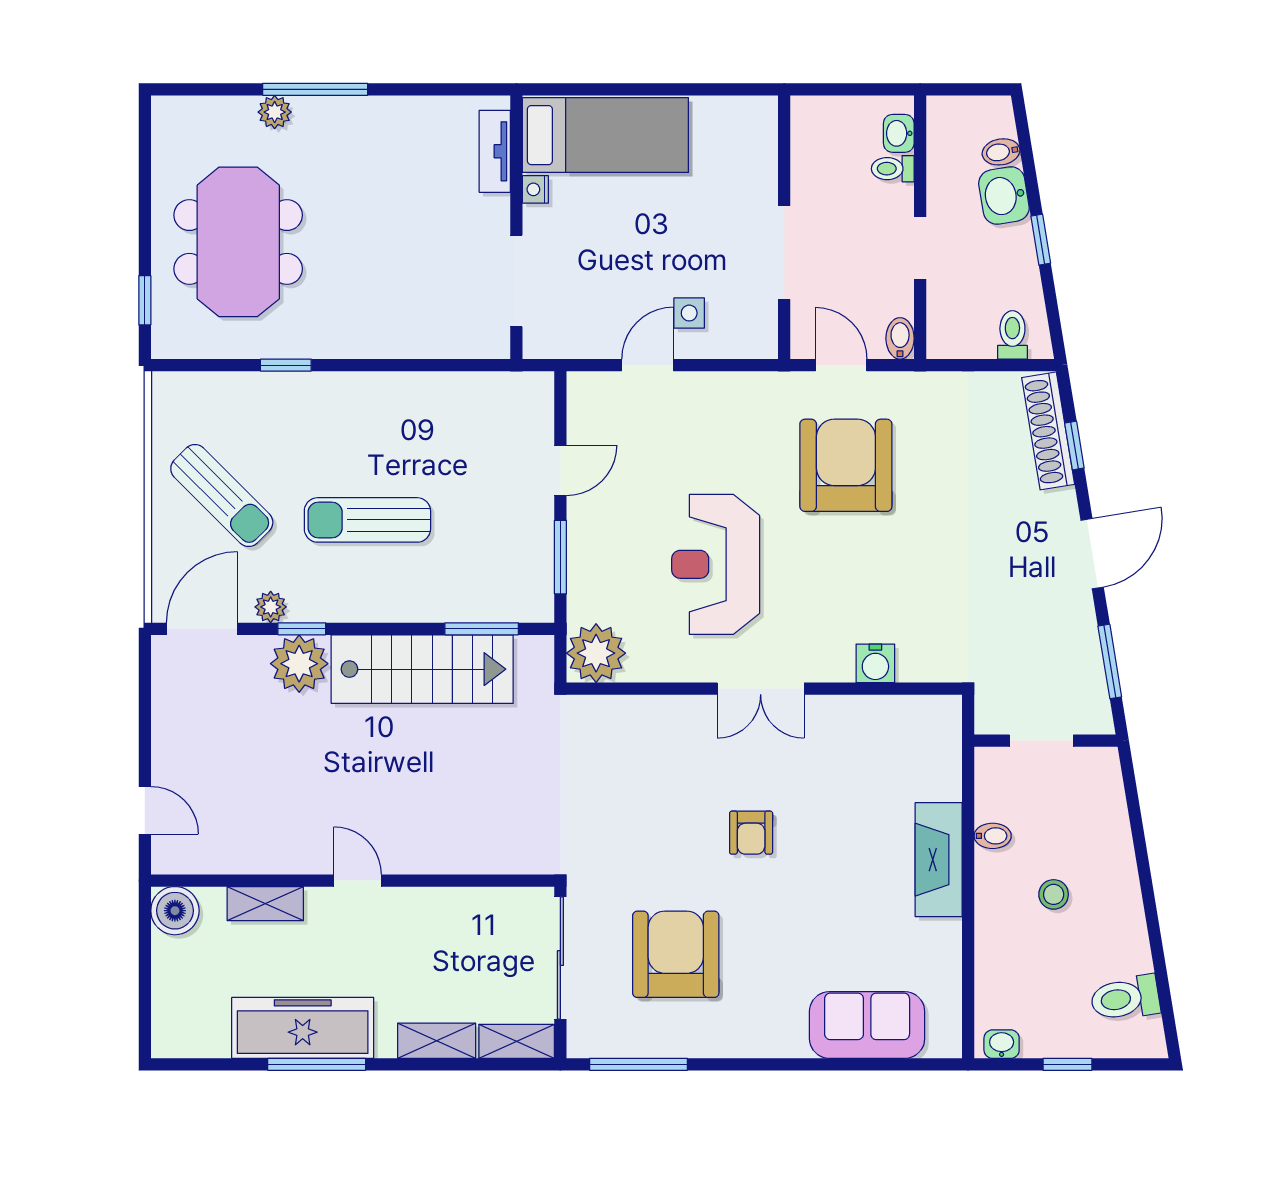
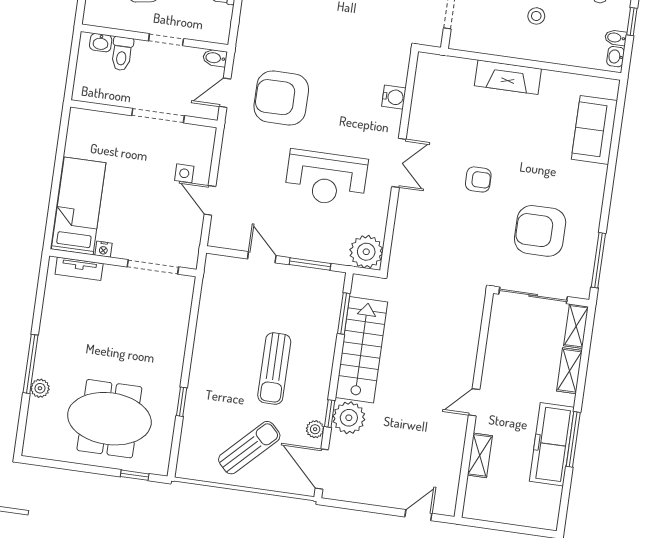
toilet: (893, 169) -> (122, 54), width x1.37, depth x1.39
bidet: (993, 836) -> (616, 38), moved, turned -90
boiler: (175, 911) -> (477, 506), removed

